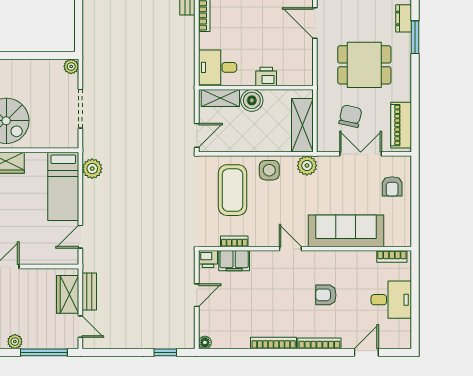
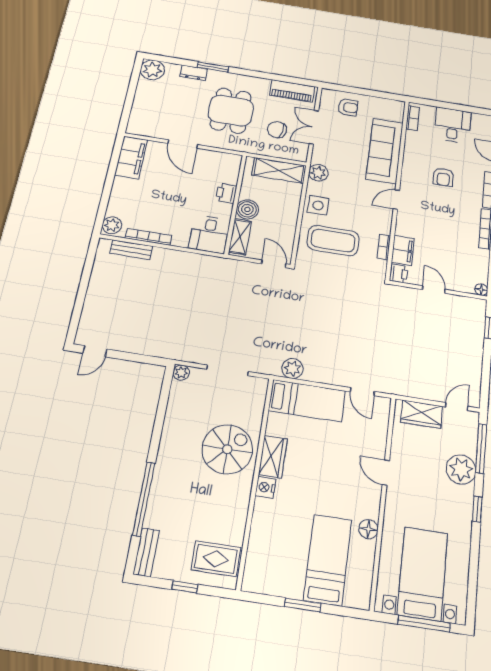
door: (315, 23) -> (183, 144), hinge flipped
bench: (89, 291) -> (421, 392), removed
plant: (15, 342) -> (461, 469), width x1.87, depth x1.87

